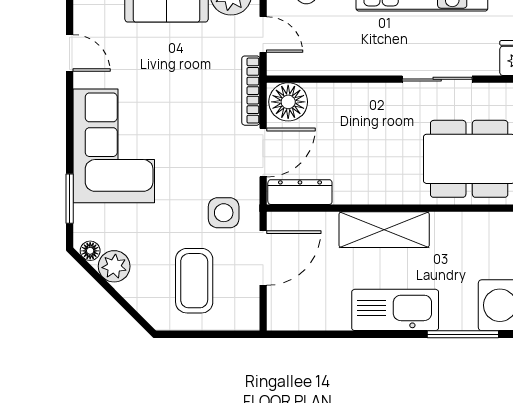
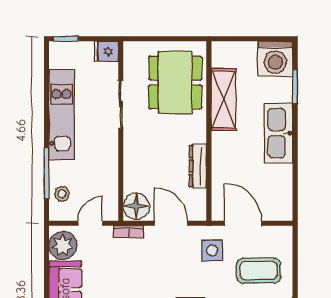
bookcase: (251, 91) -> (128, 232), width x0.64
dresser: (300, 192) -> (198, 166), moved
shelving: (384, 230) -> (224, 99), moved
window: (463, 334) -> (295, 87), width x0.69

